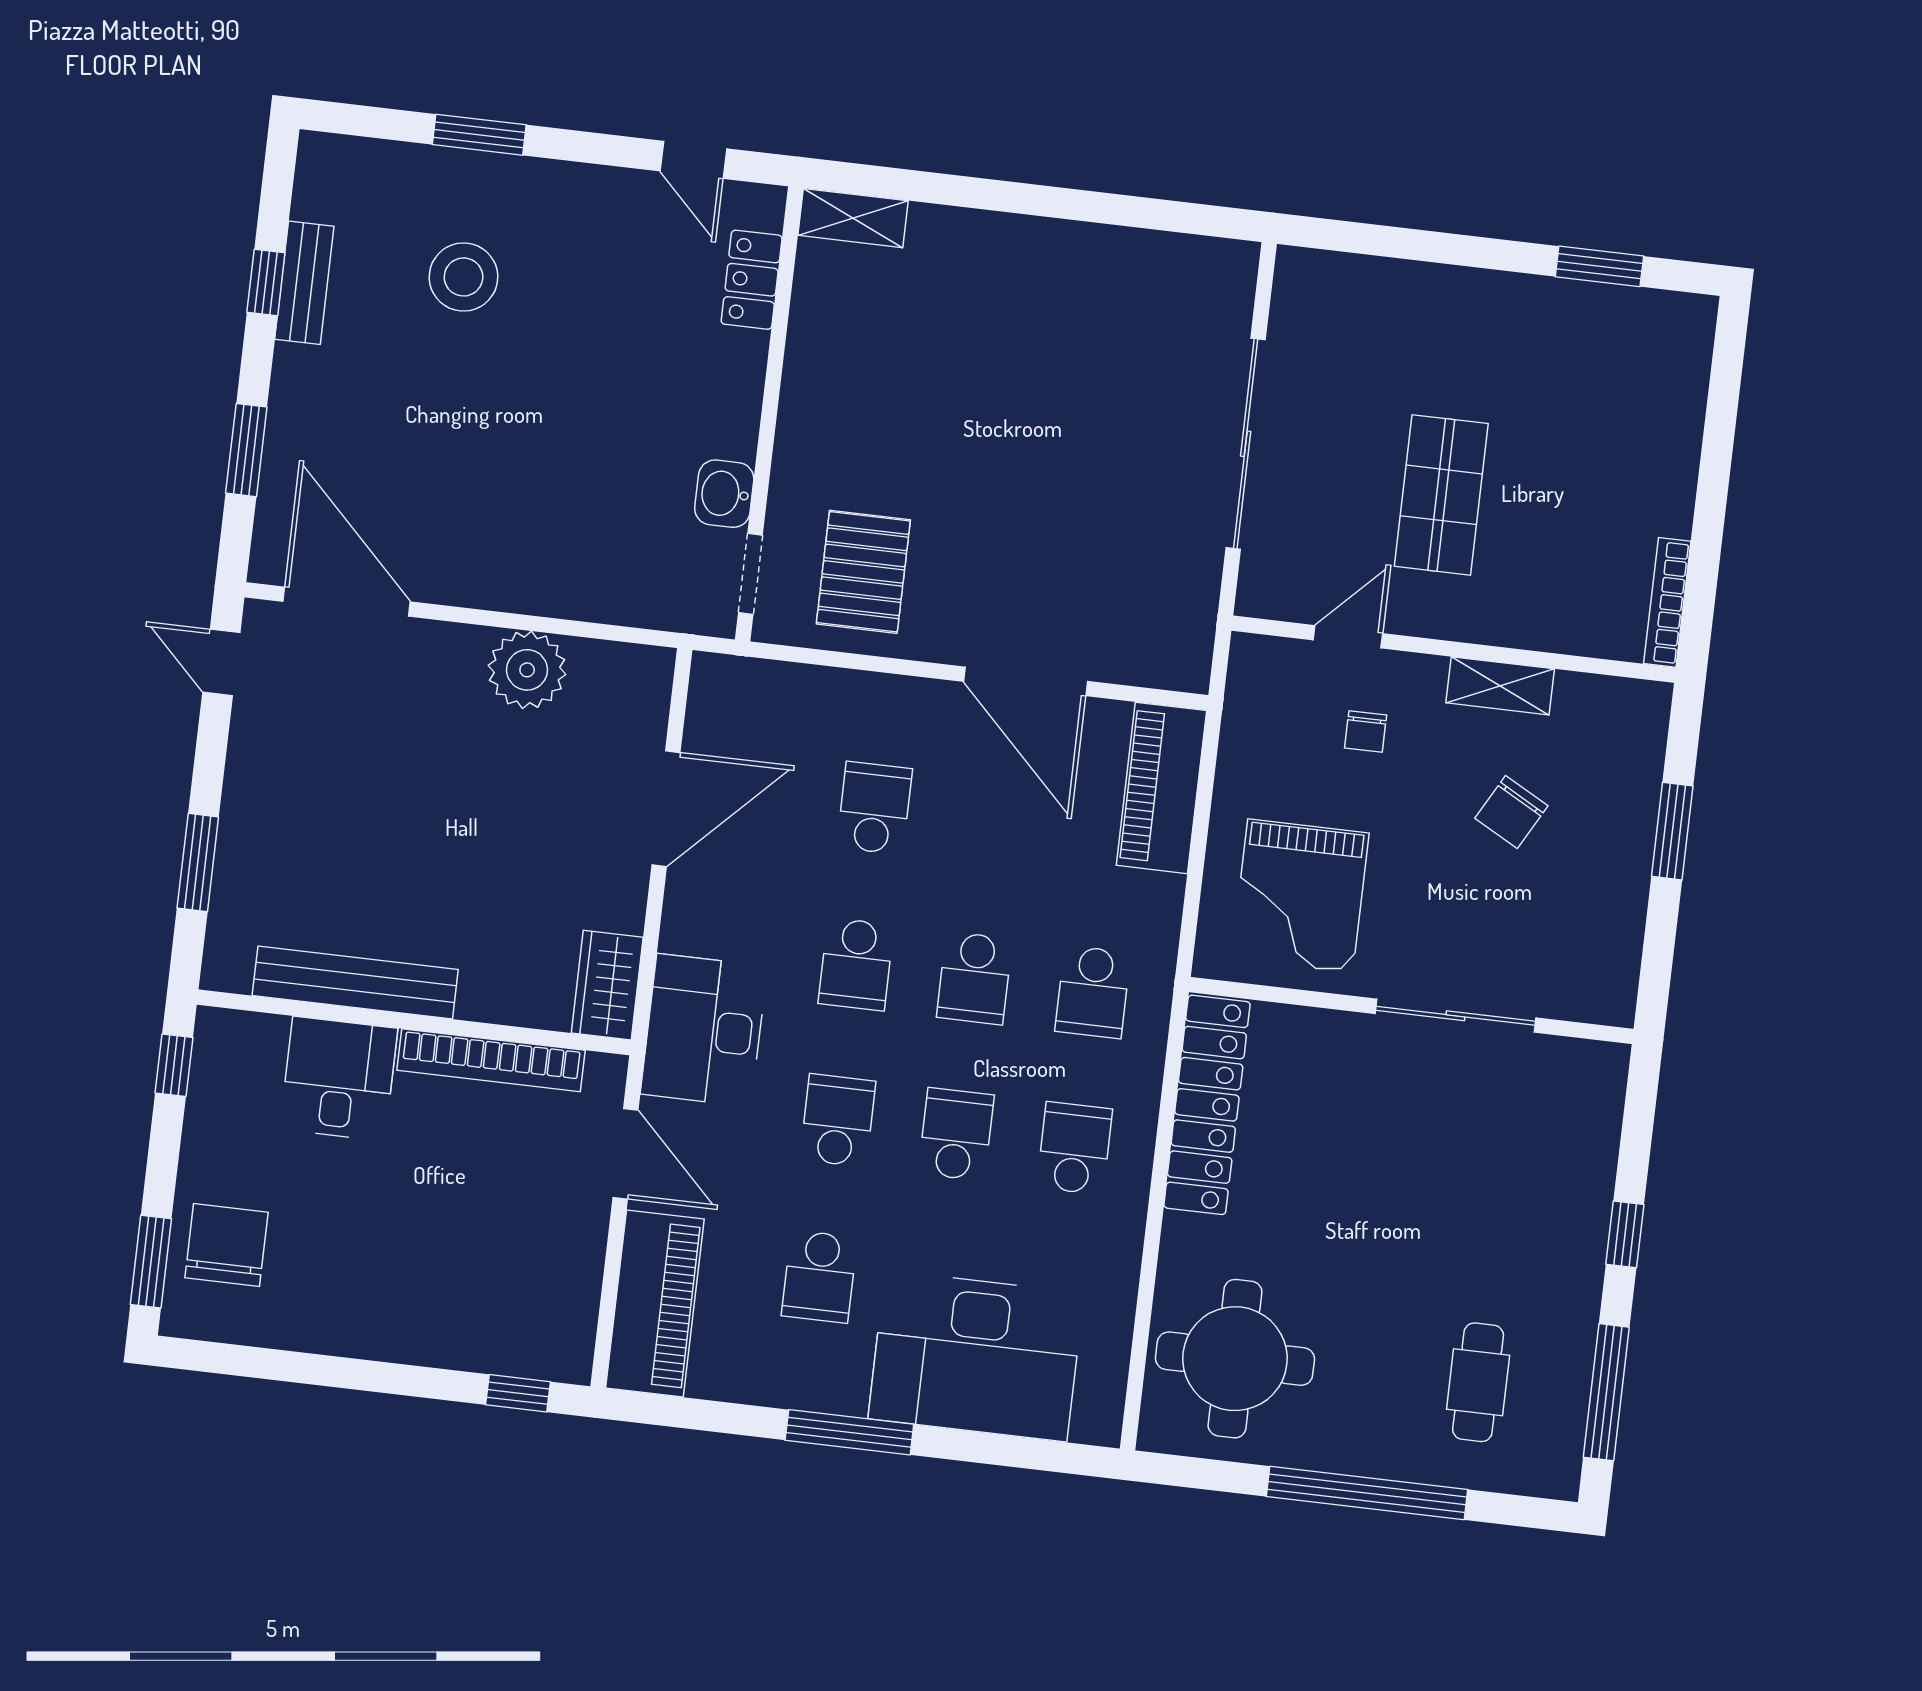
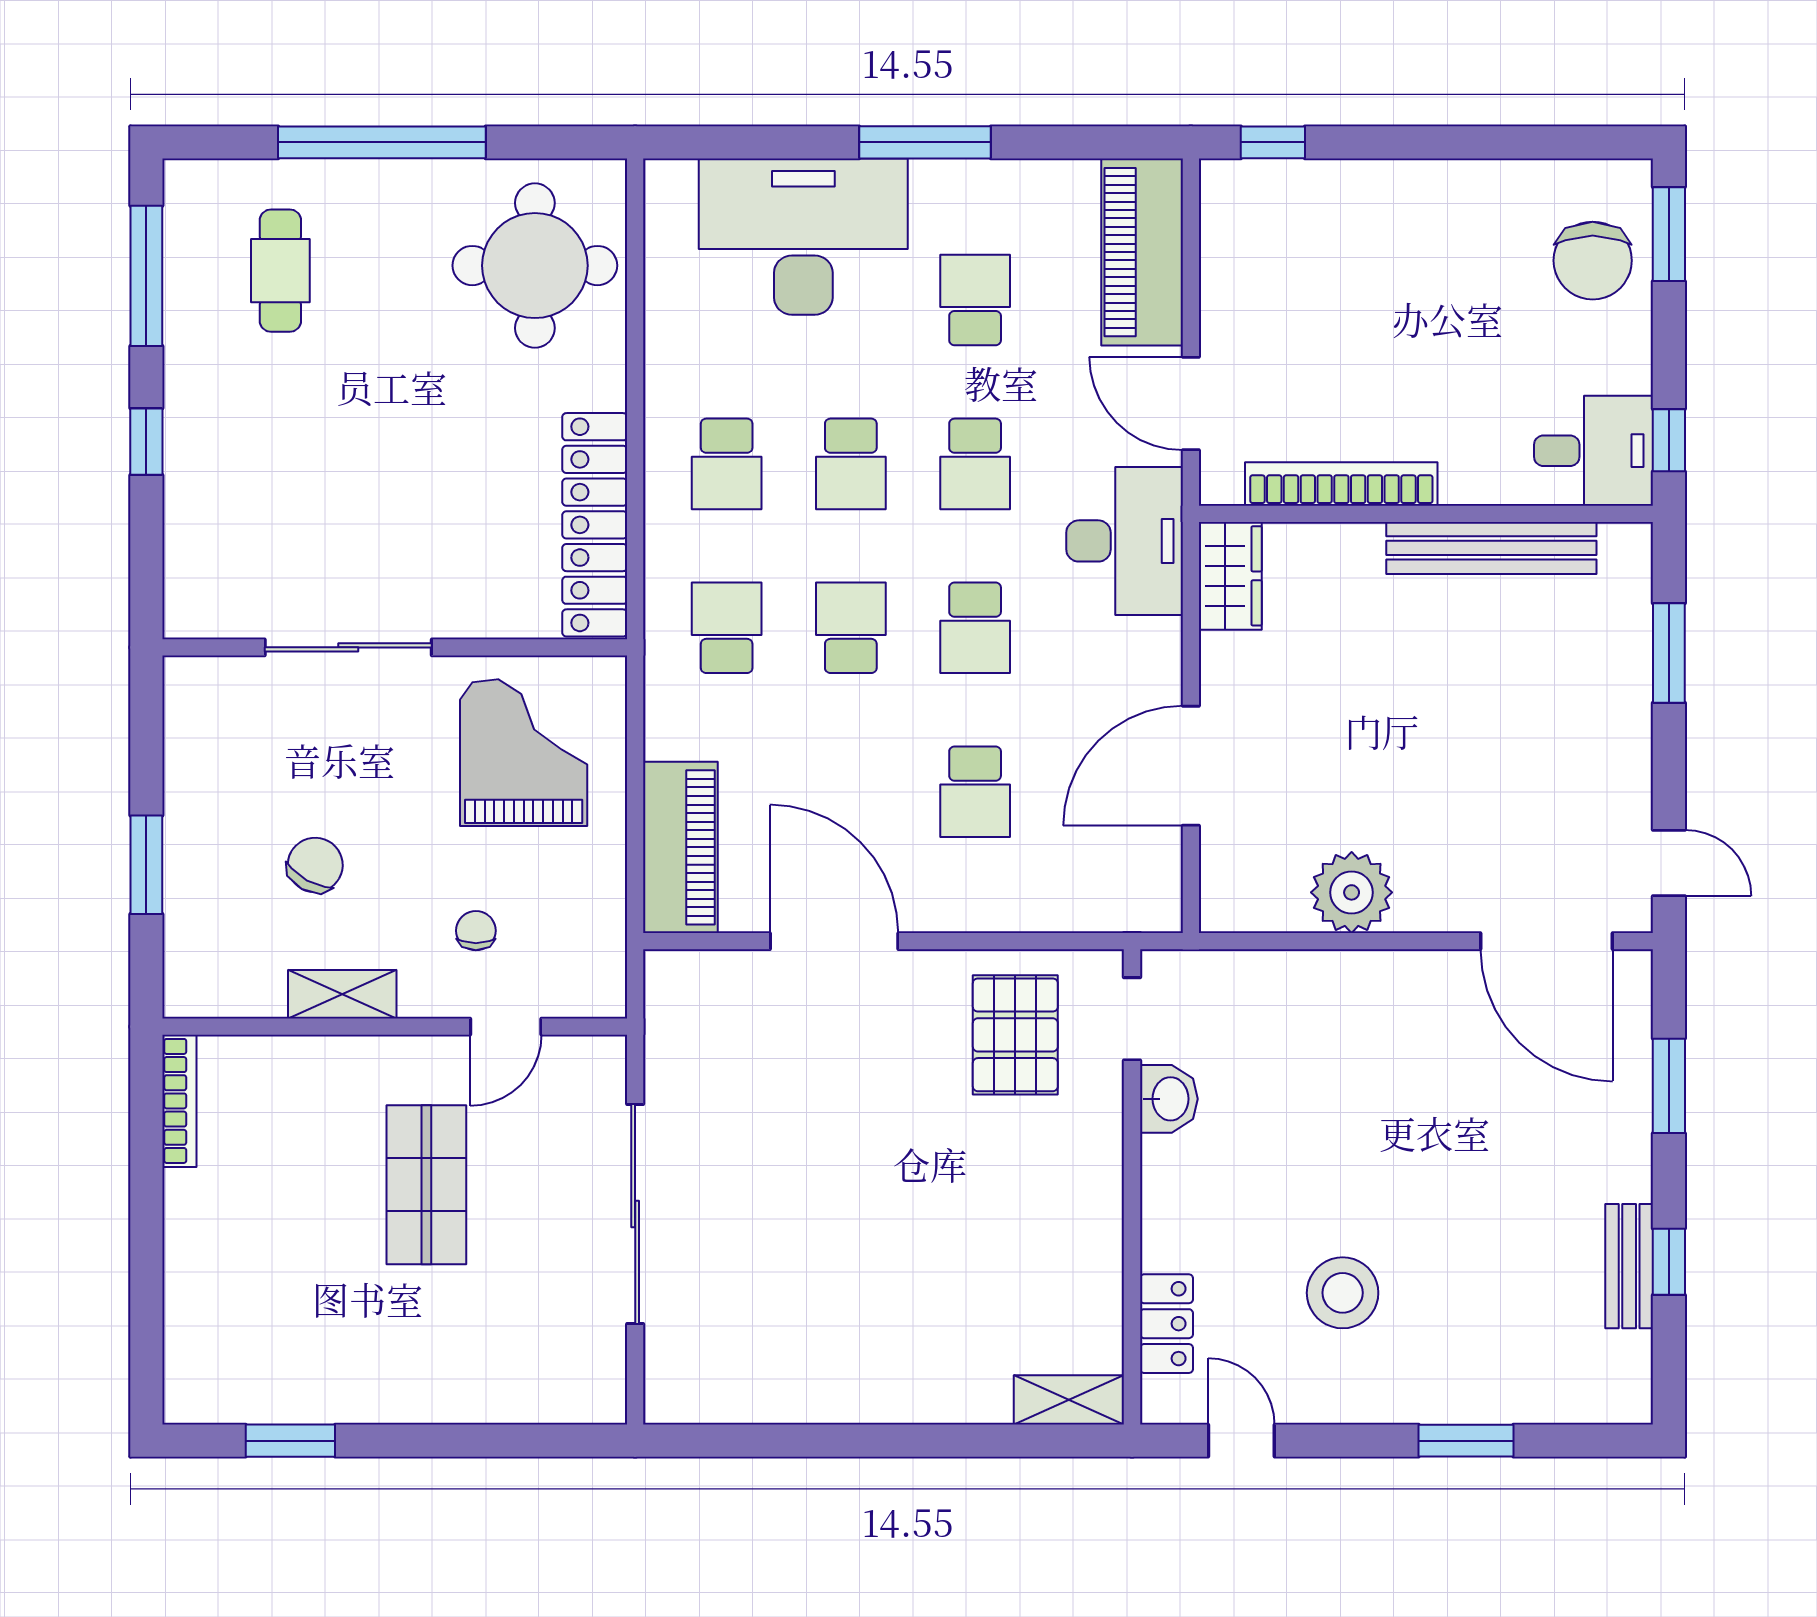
stool: (464, 277) -> (1343, 1293), moved
school desk: (856, 964) -> (975, 628), turned 180
desk: (339, 1079) -> (1594, 451), moved, turned -90

